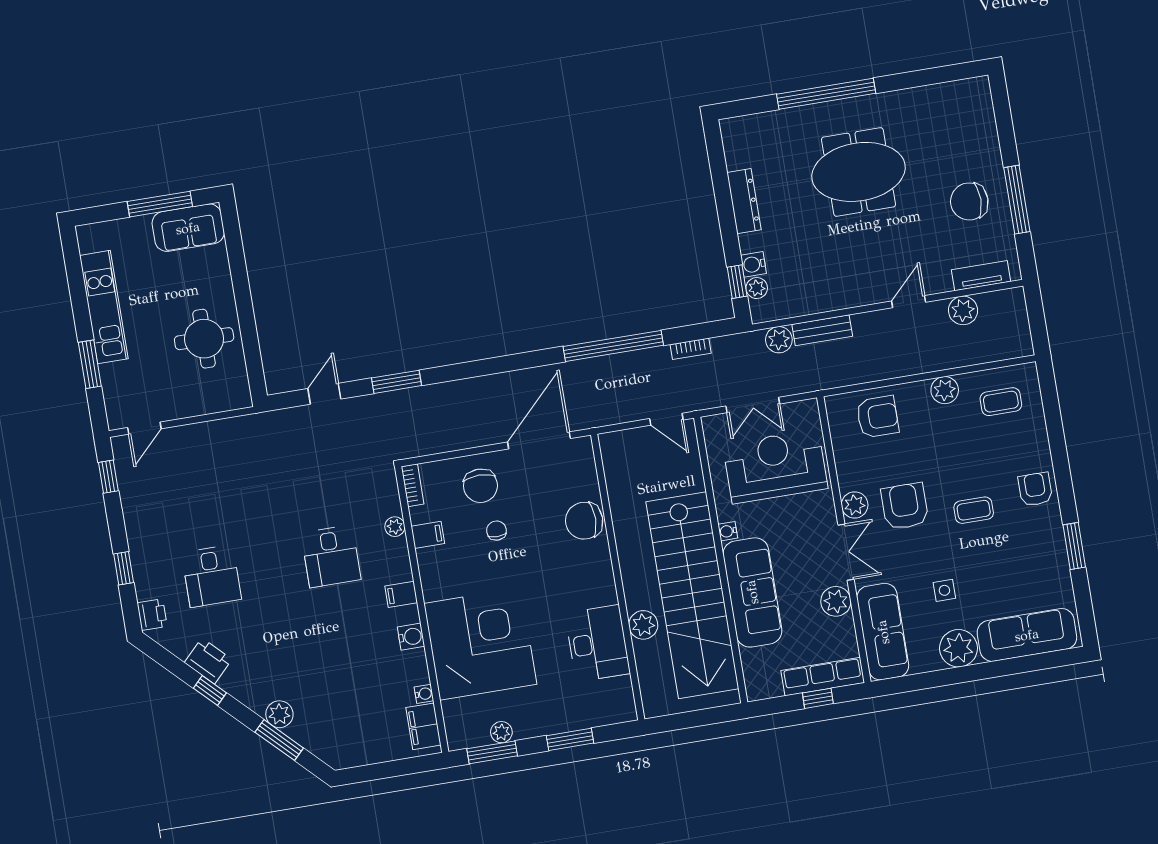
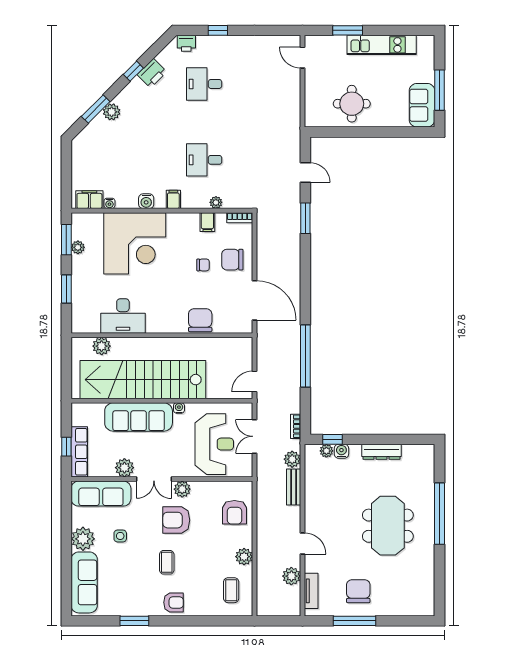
bookcase: (691, 349) -> (296, 426), moved
window: (108, 477) -> (276, 30), removed
armchair: (905, 506) -> (176, 520), turned 180
plant: (643, 625) -> (102, 346), moved

